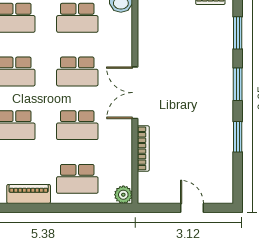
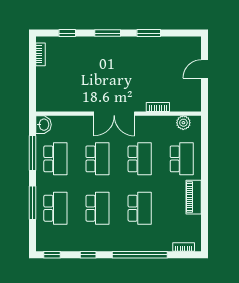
window: (238, 33) -> (67, 33), width x0.67
bookcase: (143, 148) -> (158, 107), width x0.64
plant: (123, 195) -> (183, 123), moved

